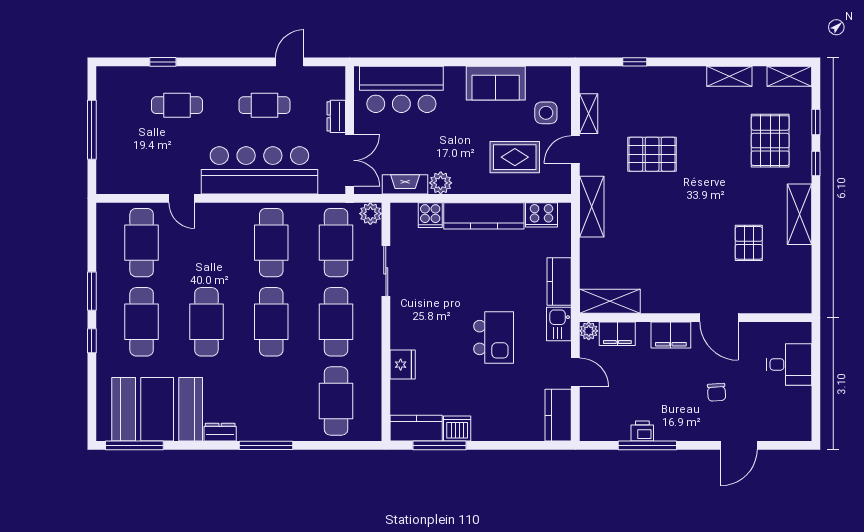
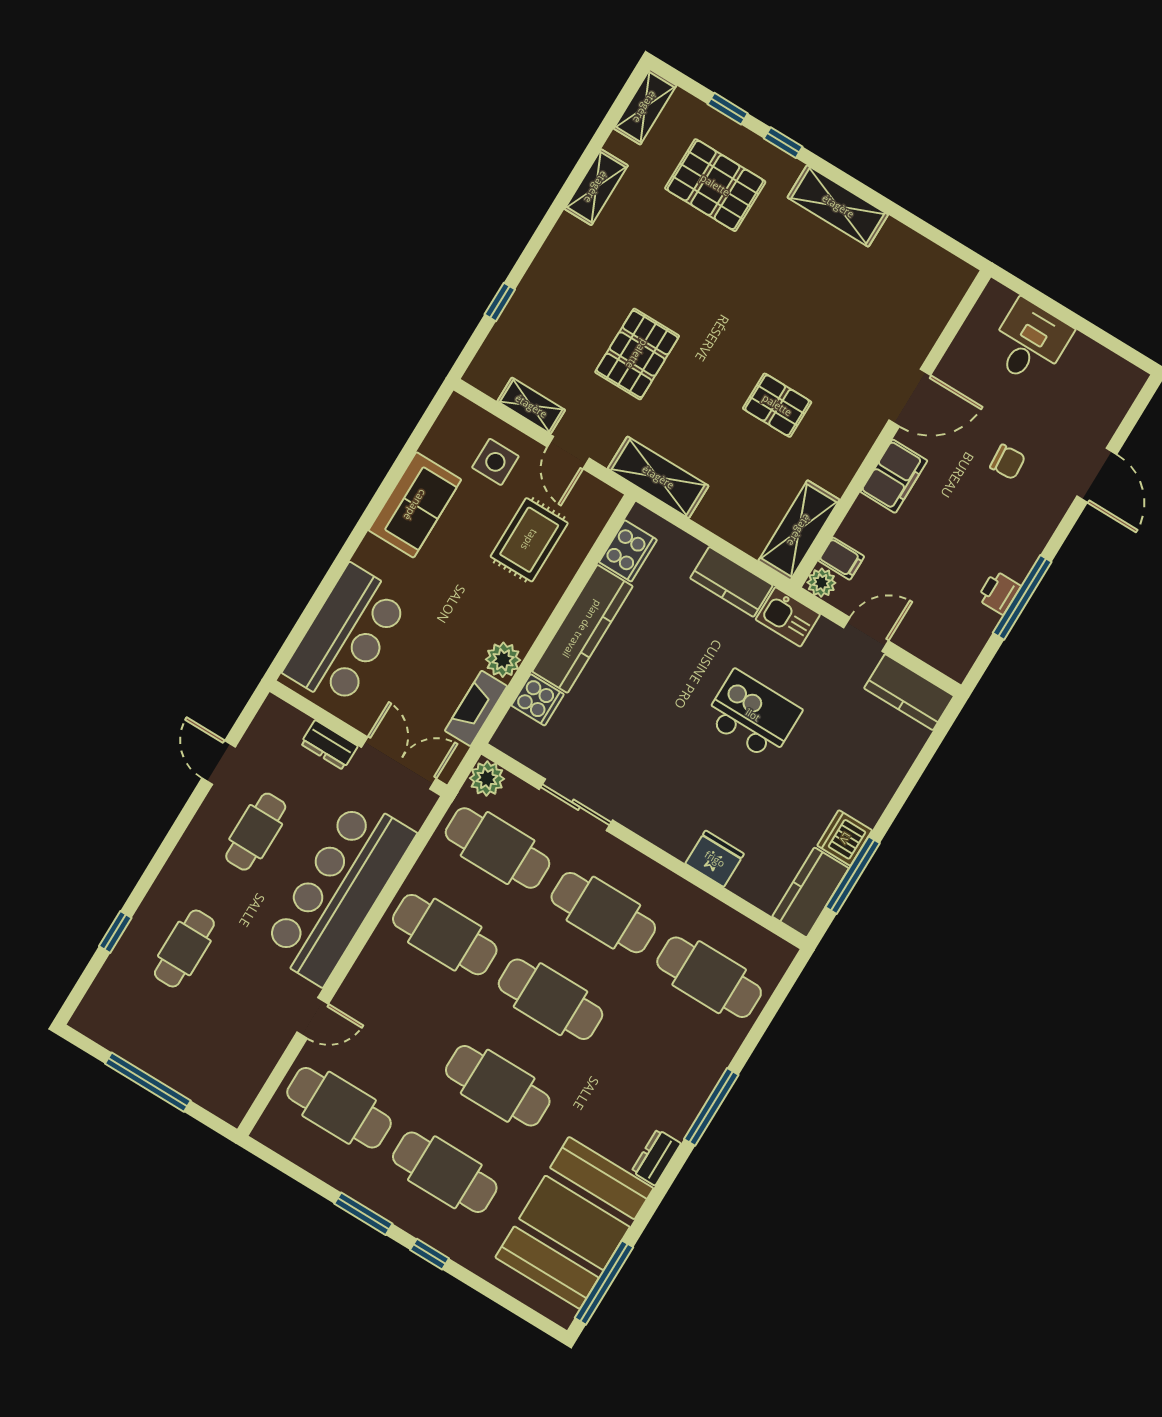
pallet: (749, 243) -> (777, 405), moved
filing cabinet: (617, 334) -> (841, 559), width x0.50

